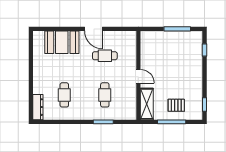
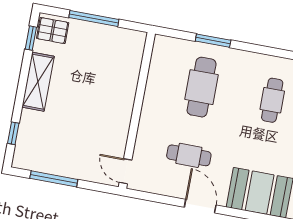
door: (138, 76) -> (126, 171), moved
cafe table: (105, 95) -> (202, 87), width x1.37, depth x1.35
shelving: (147, 104) -> (38, 82), moved
pallet: (176, 105) -> (53, 31), moved

